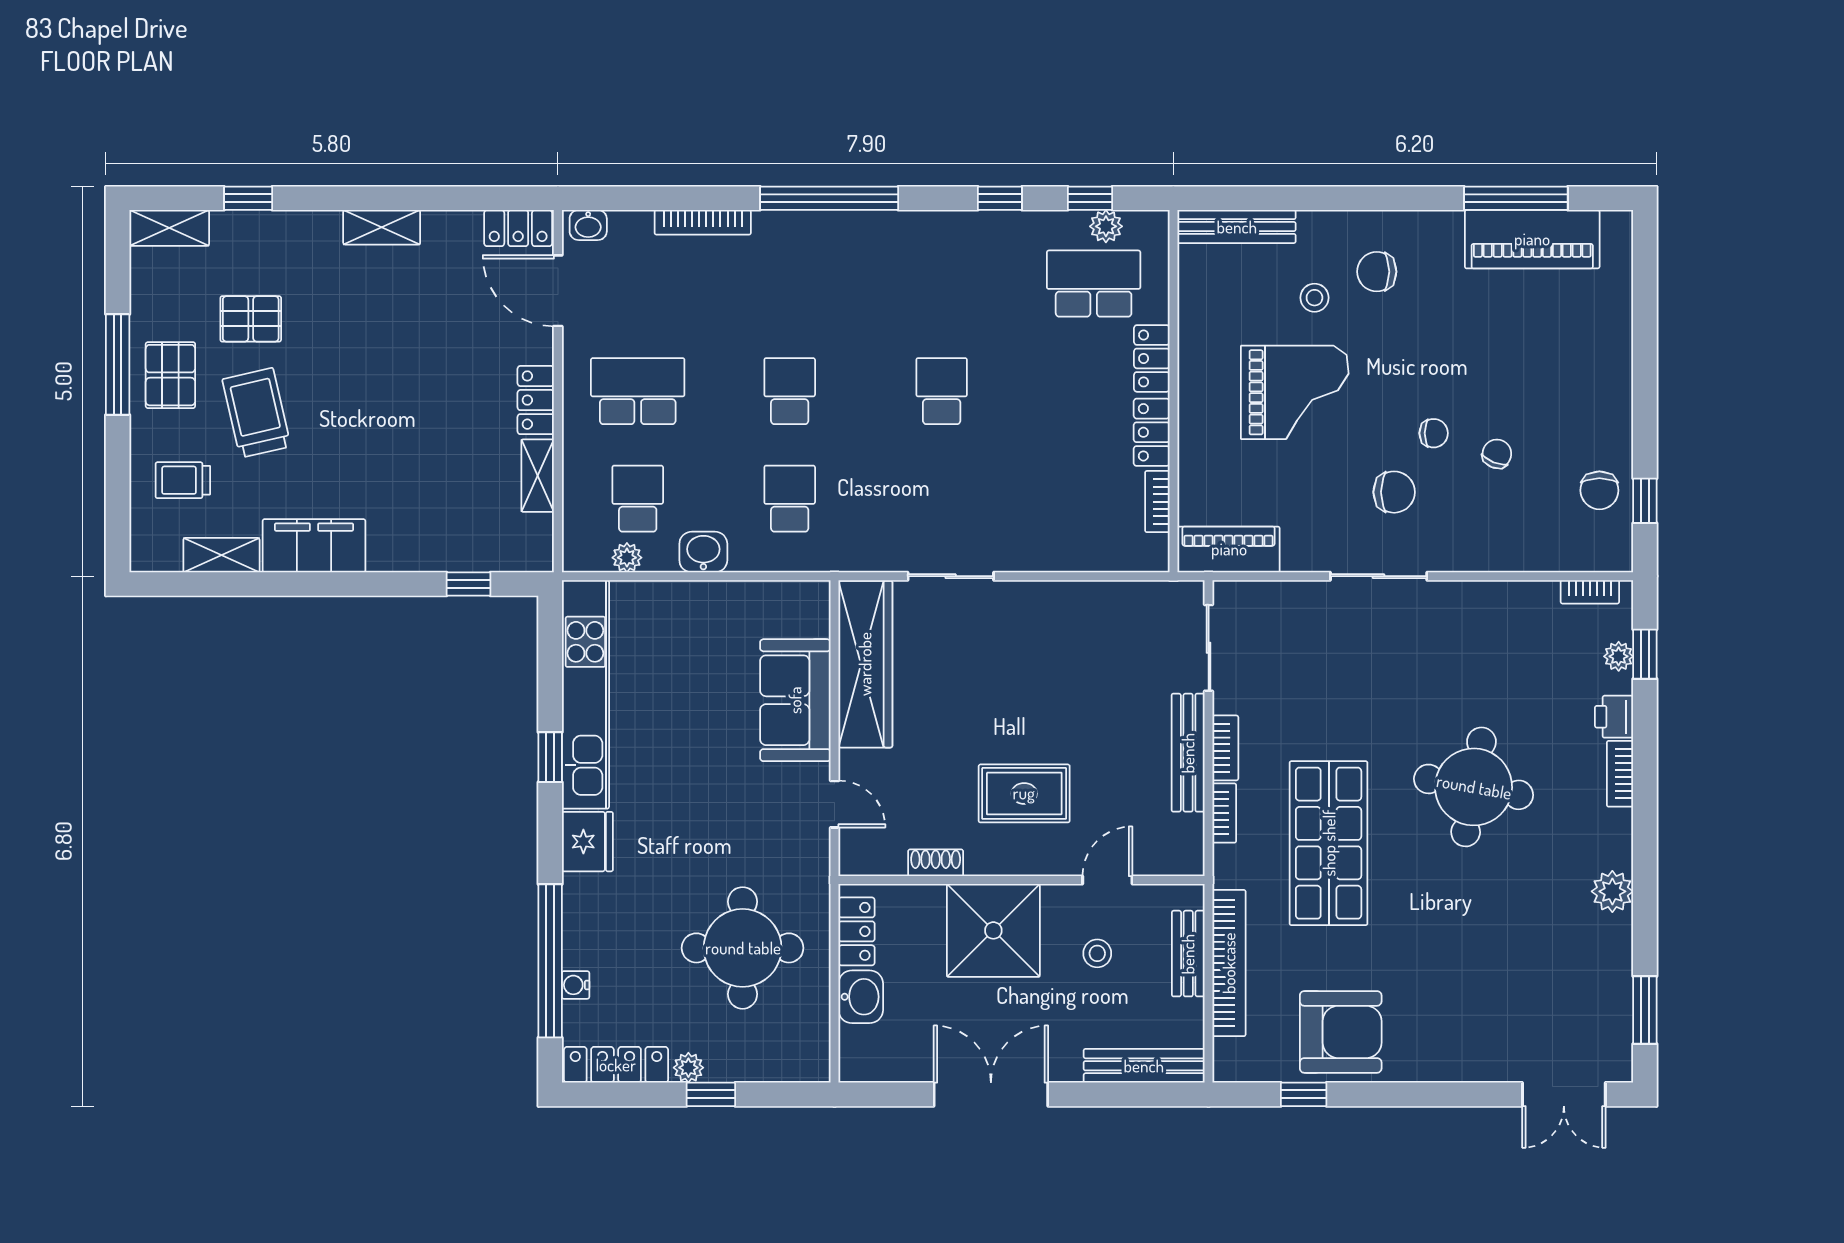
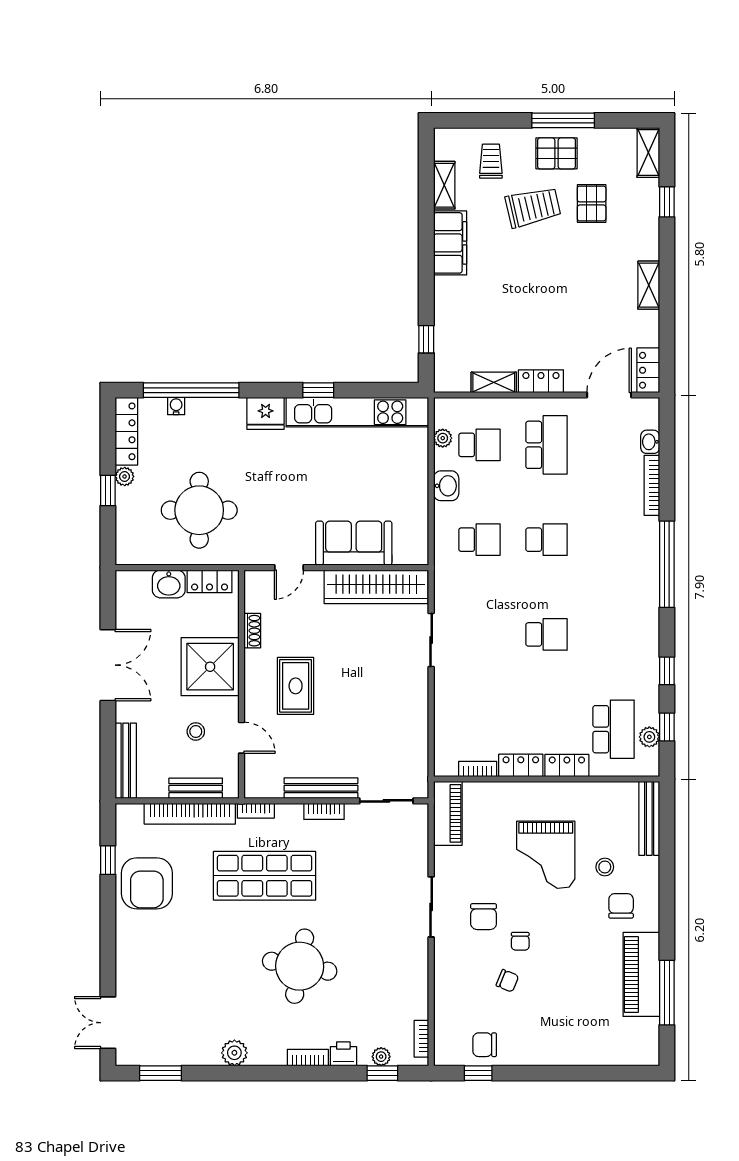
washbasin: (588, 225) -> (650, 442), moved
piano: (1532, 239) -> (641, 974), moved
bookcase: (1224, 813) -> (256, 811), moved

